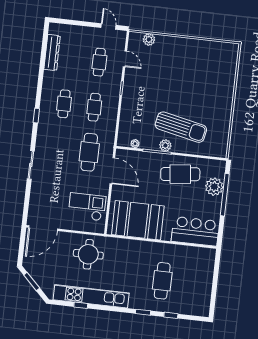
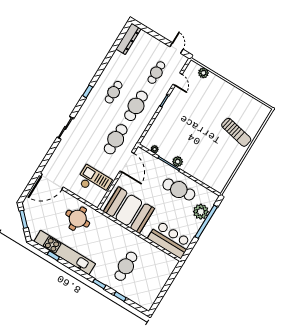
dresser: (52, 52) -> (128, 39), moved
cafe table: (94, 107) -> (136, 106), width x1.37, depth x1.35
sun lounger: (181, 127) -> (236, 132), moved, width x0.73, depth x0.75

